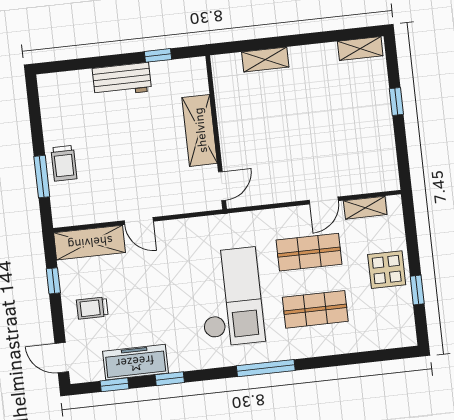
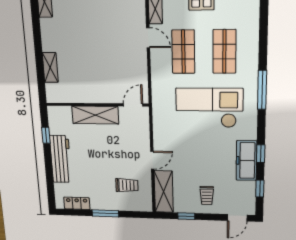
workbench: (122, 80) -> (61, 159), width x1.38
locker: (50, 108) -> (77, 203), added
trolley: (64, 163) -> (127, 185), moved
window: (42, 177) -> (105, 213), moved
door: (222, 186) -> (133, 105), hinge flipped
freezer: (135, 362) -> (247, 161), moved

